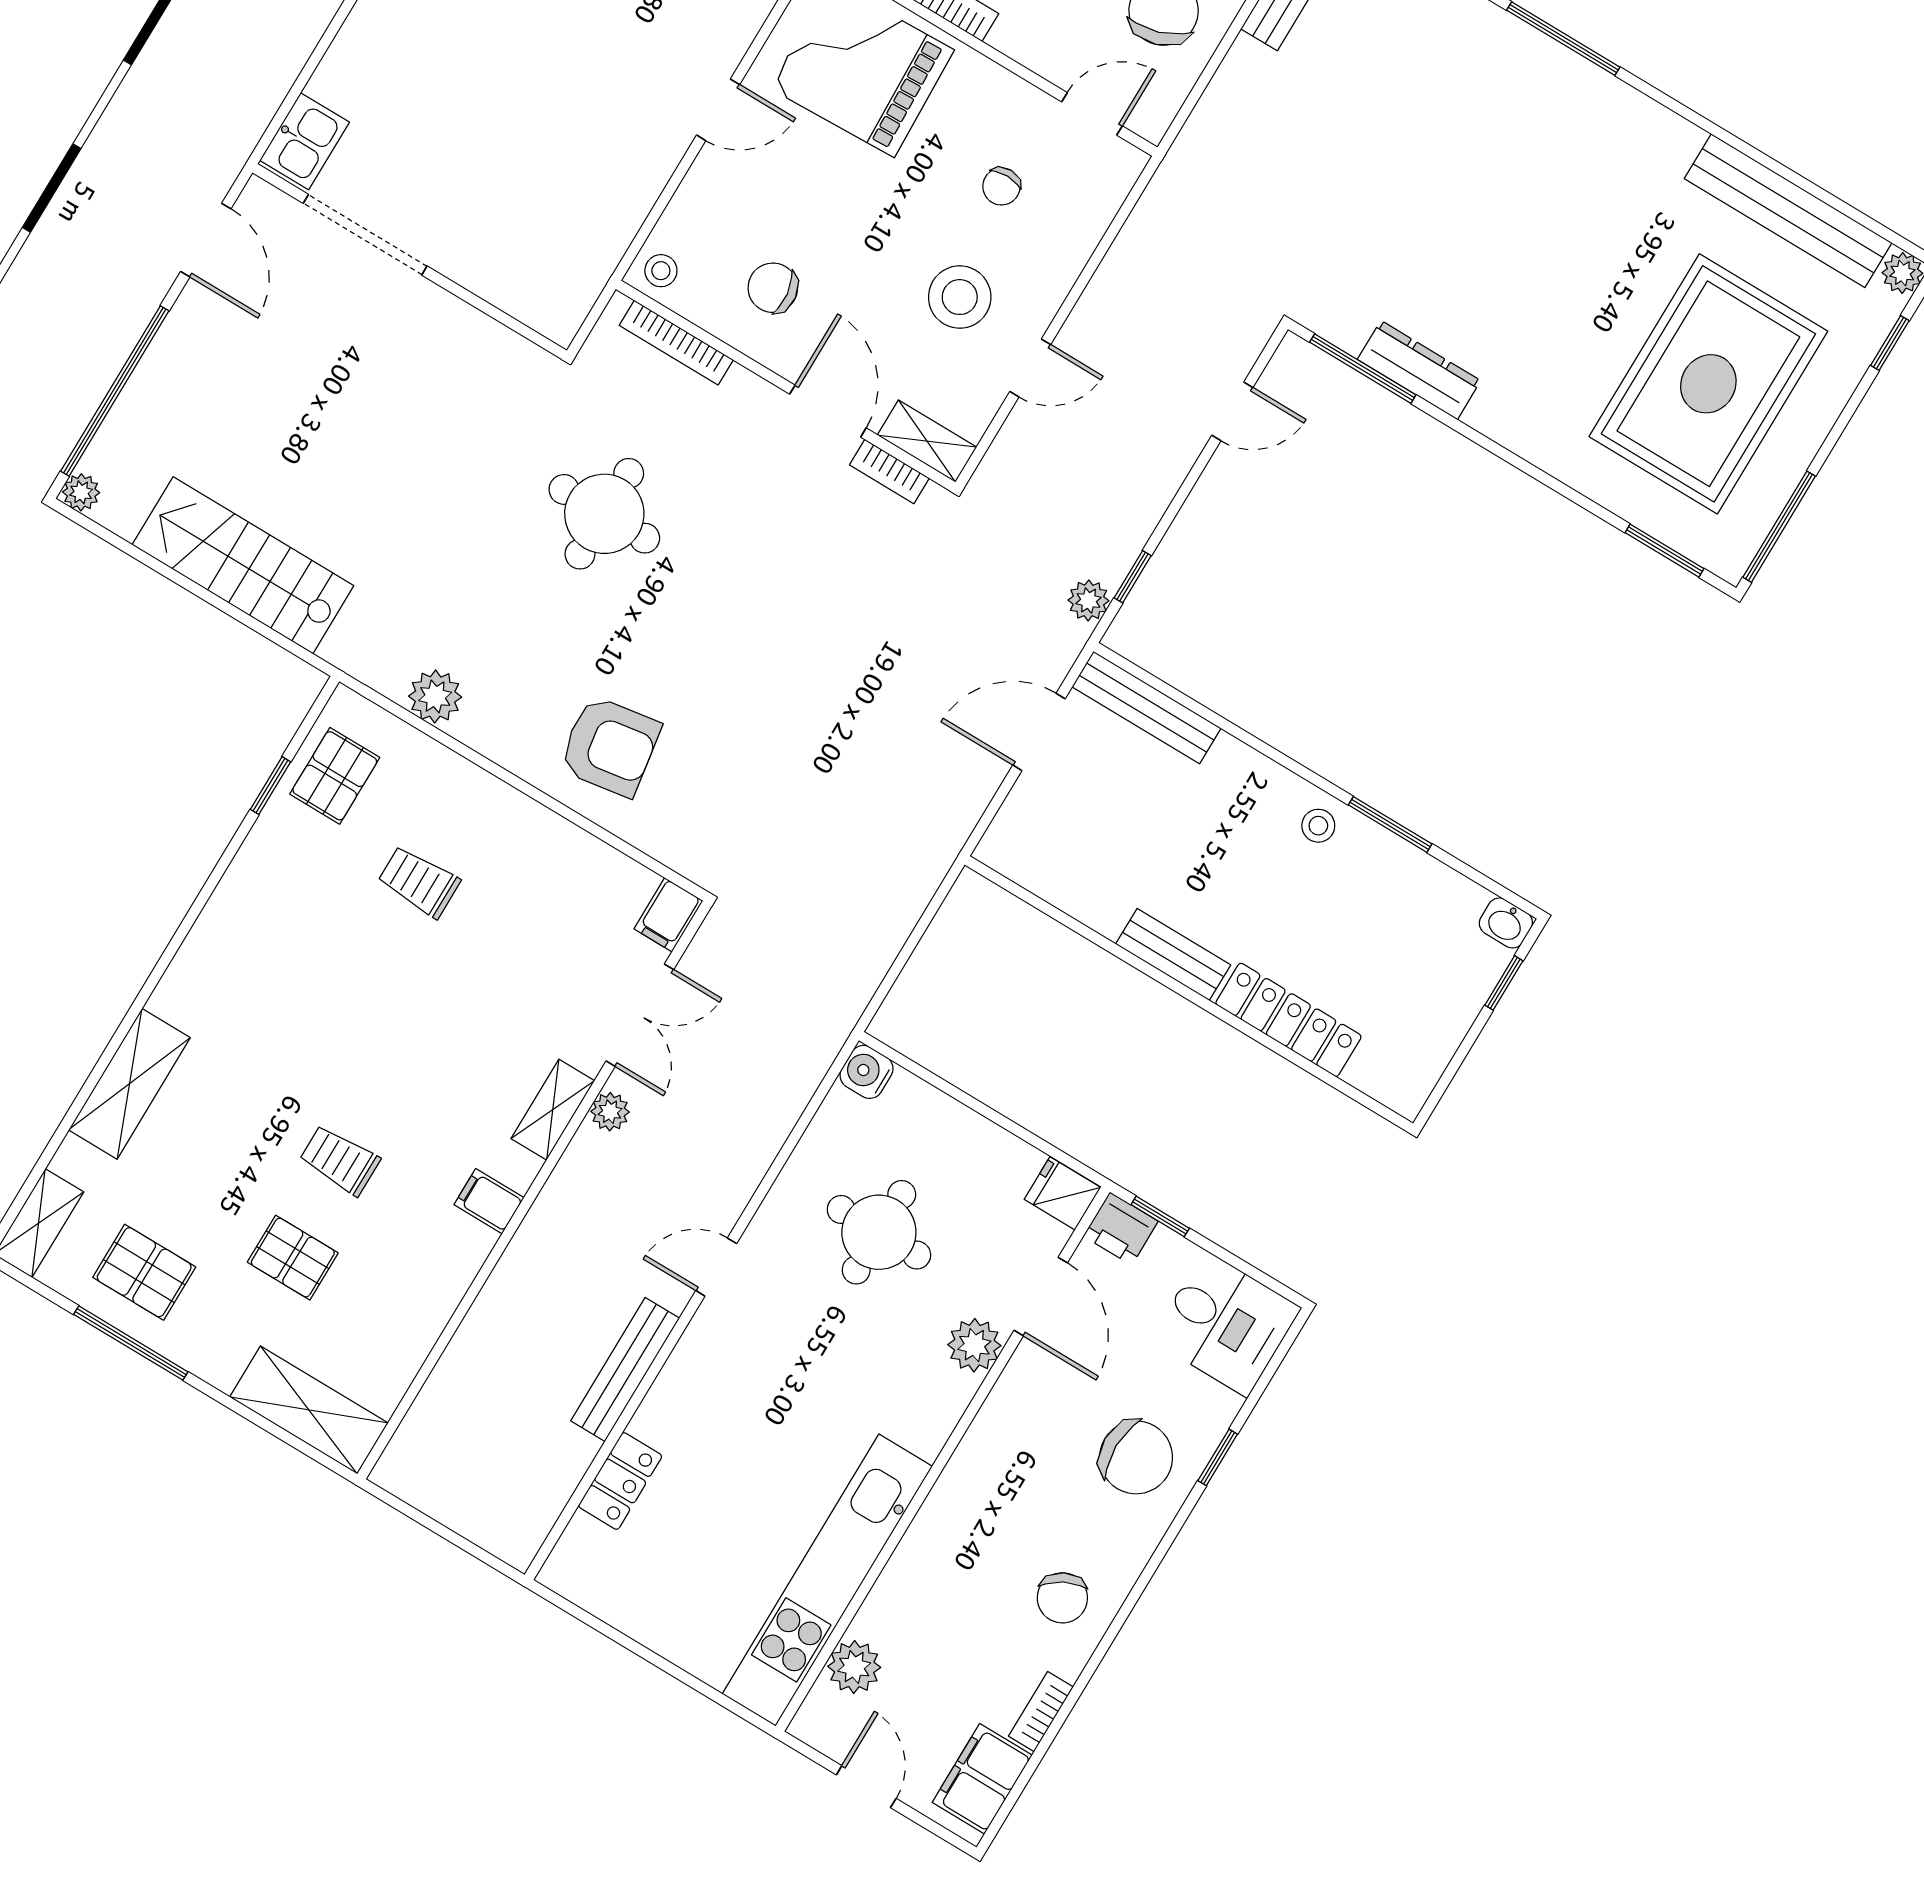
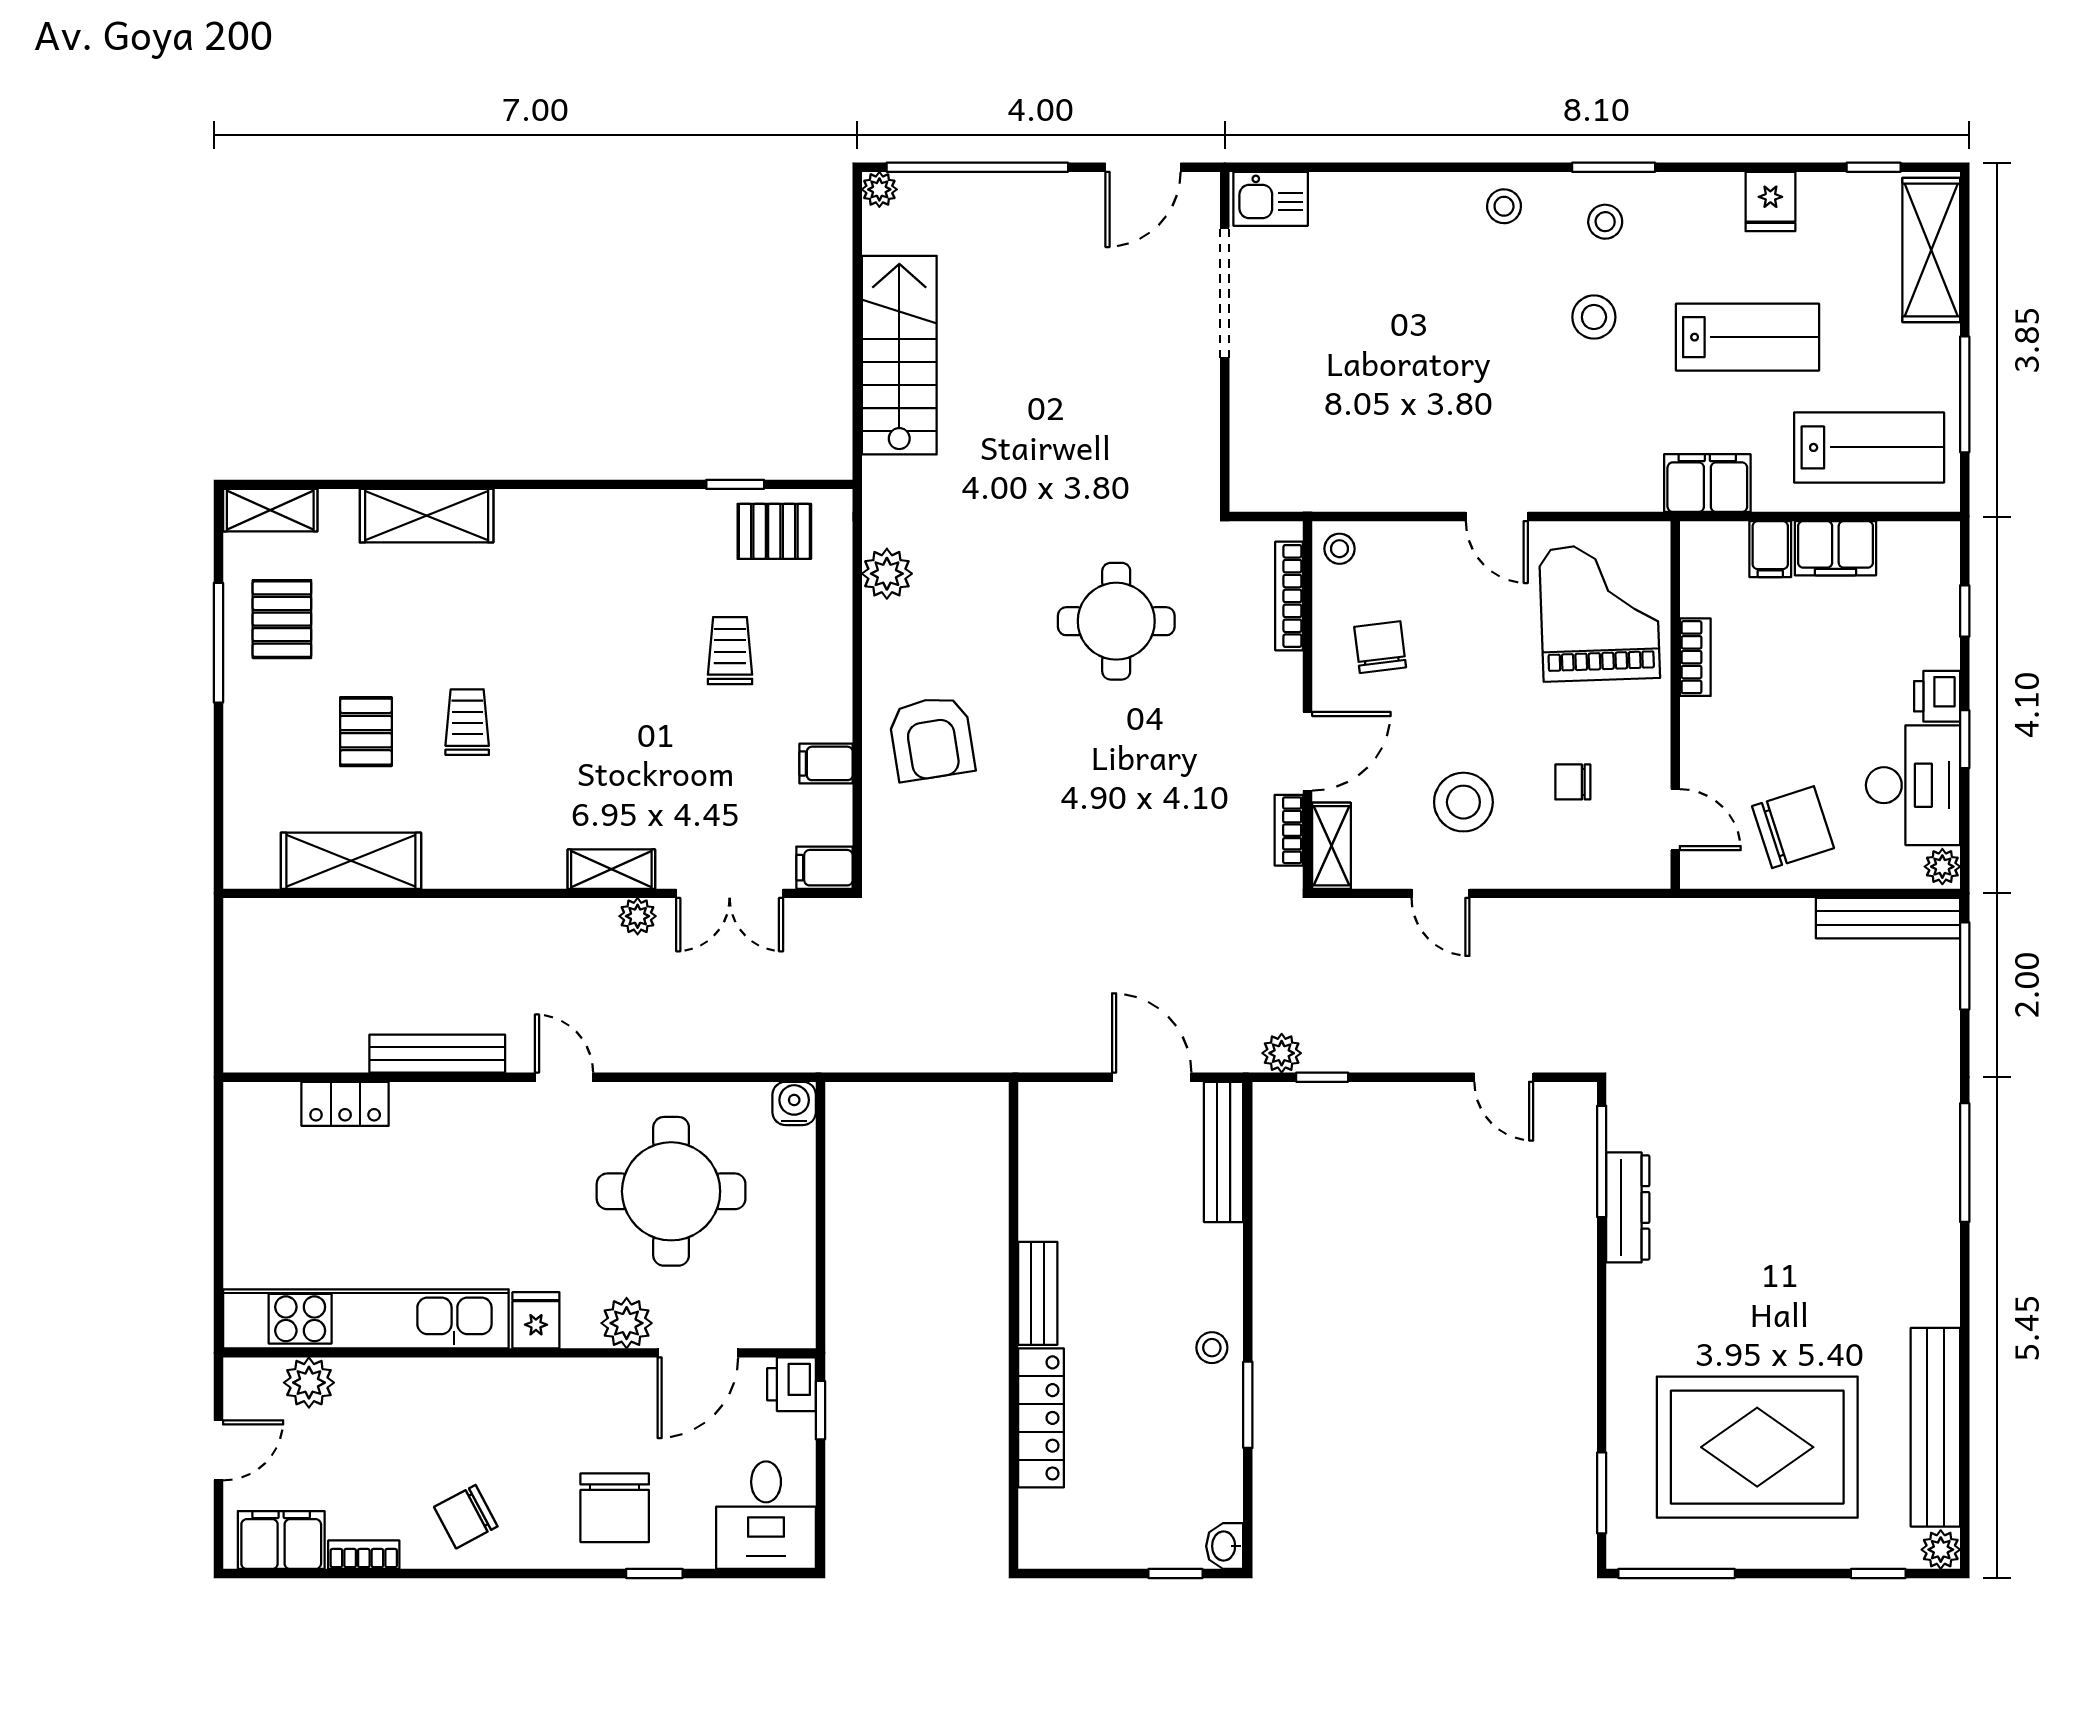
fridge: (1062, 1193) -> (536, 1320), moved
filing cabinet: (489, 1201) -> (826, 763), moved, turned -90
round table: (879, 1232) -> (671, 1191), width x1.36, depth x1.36
shelving: (309, 1410) -> (351, 861), moved, turned 90

